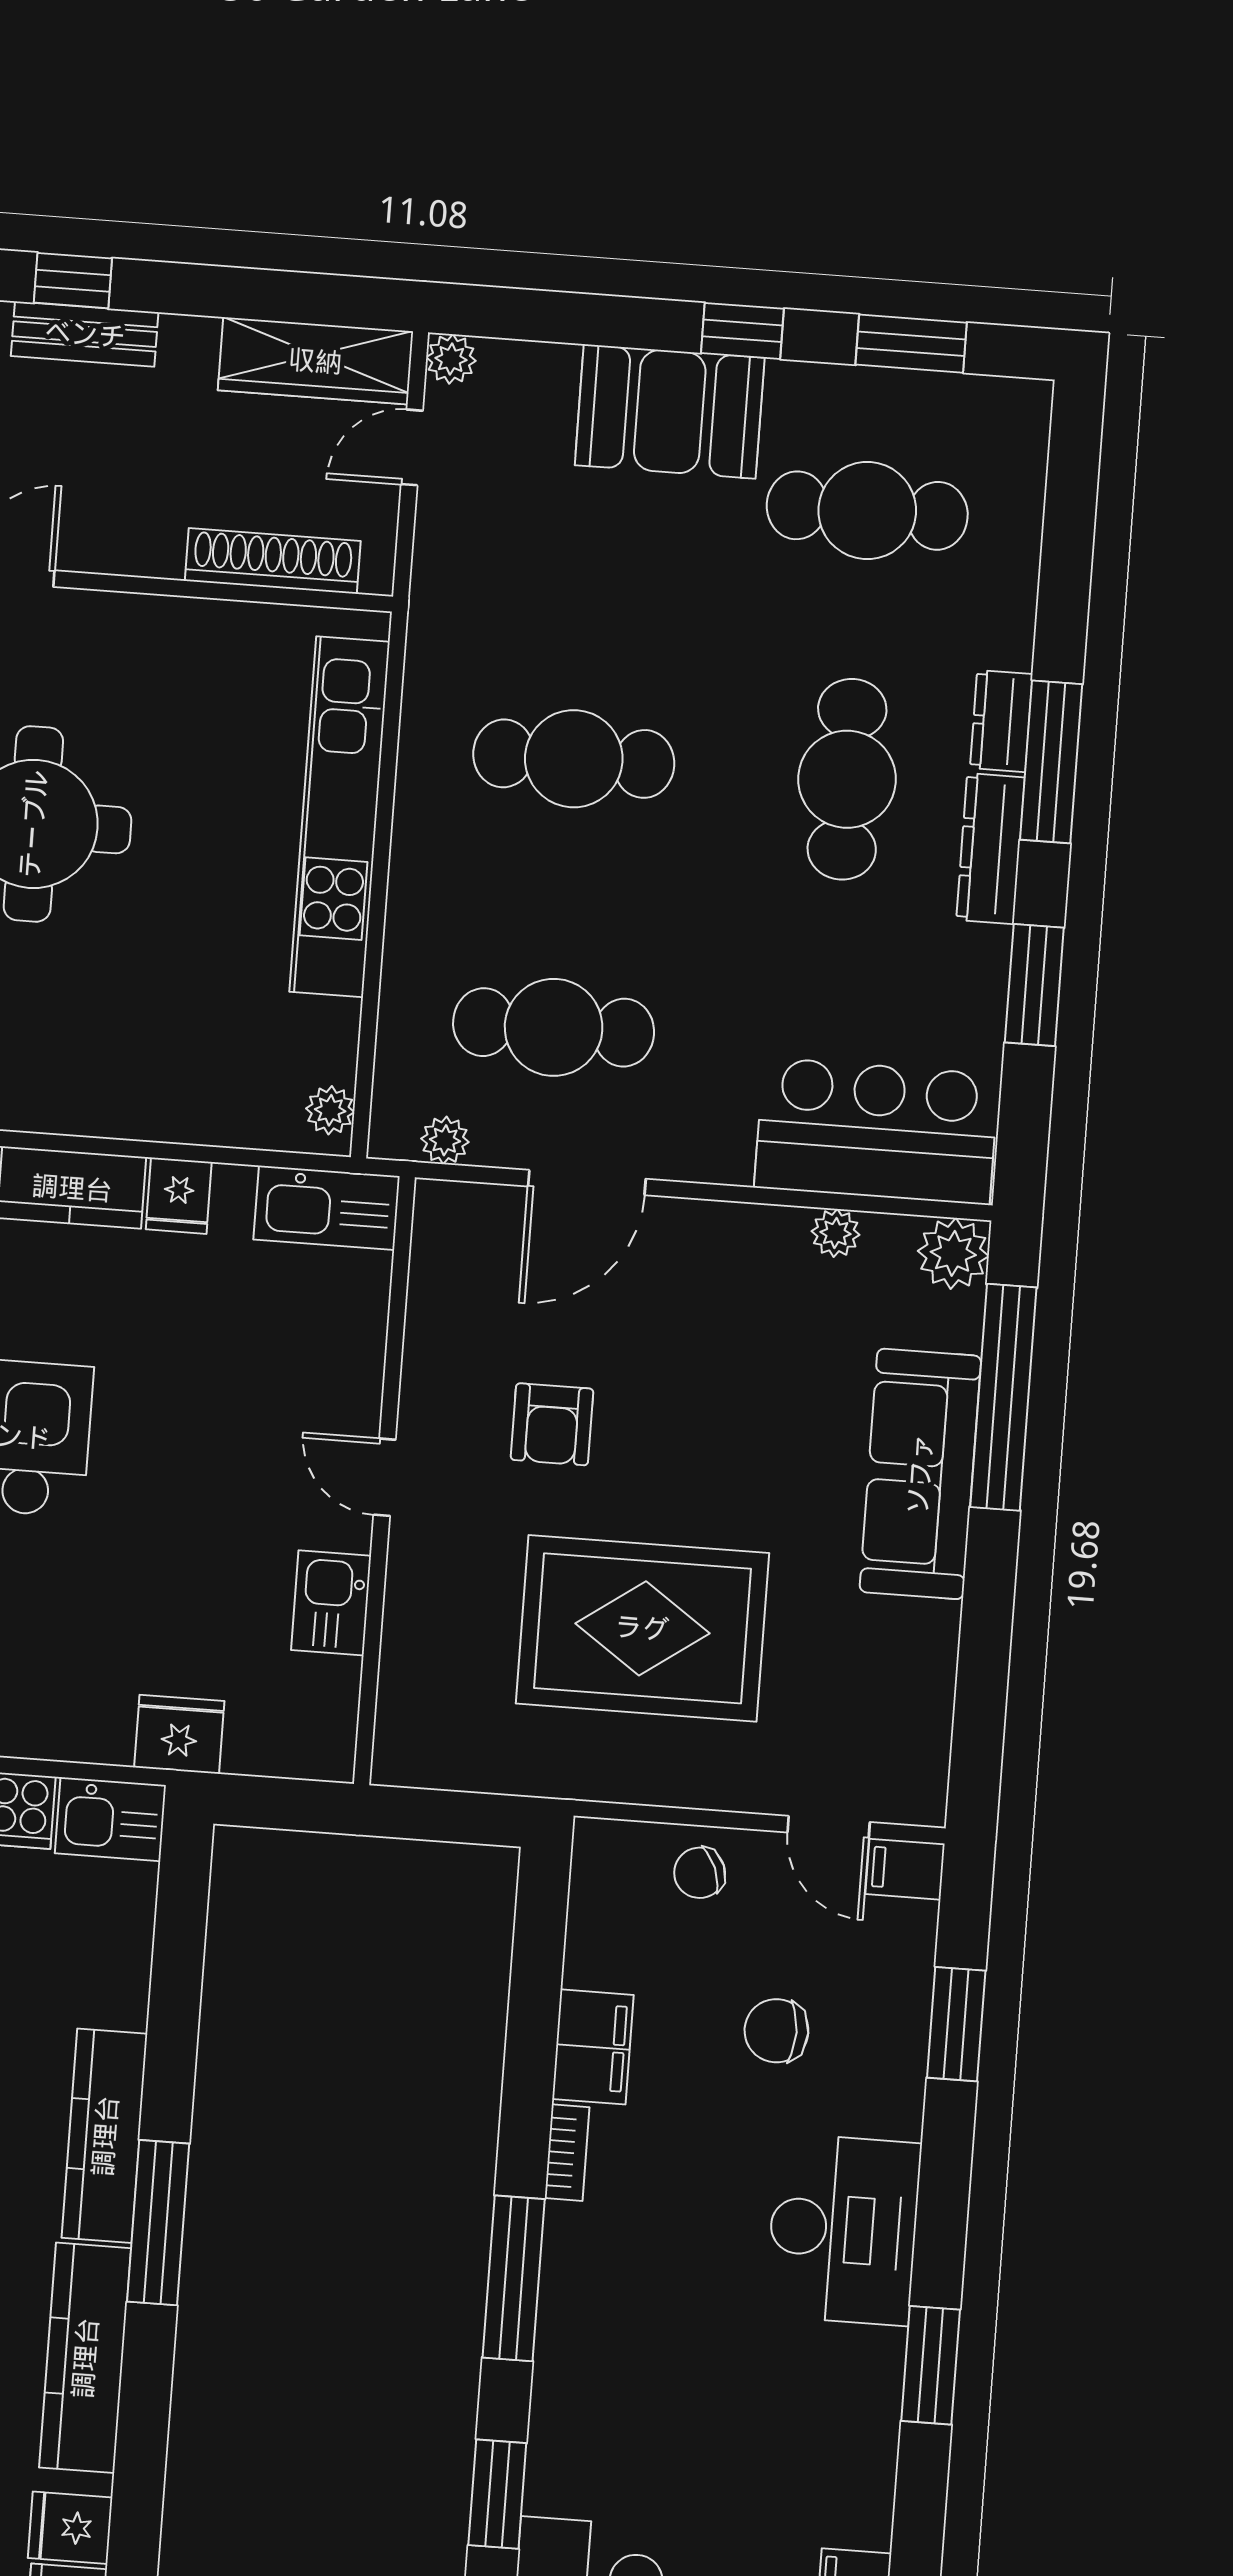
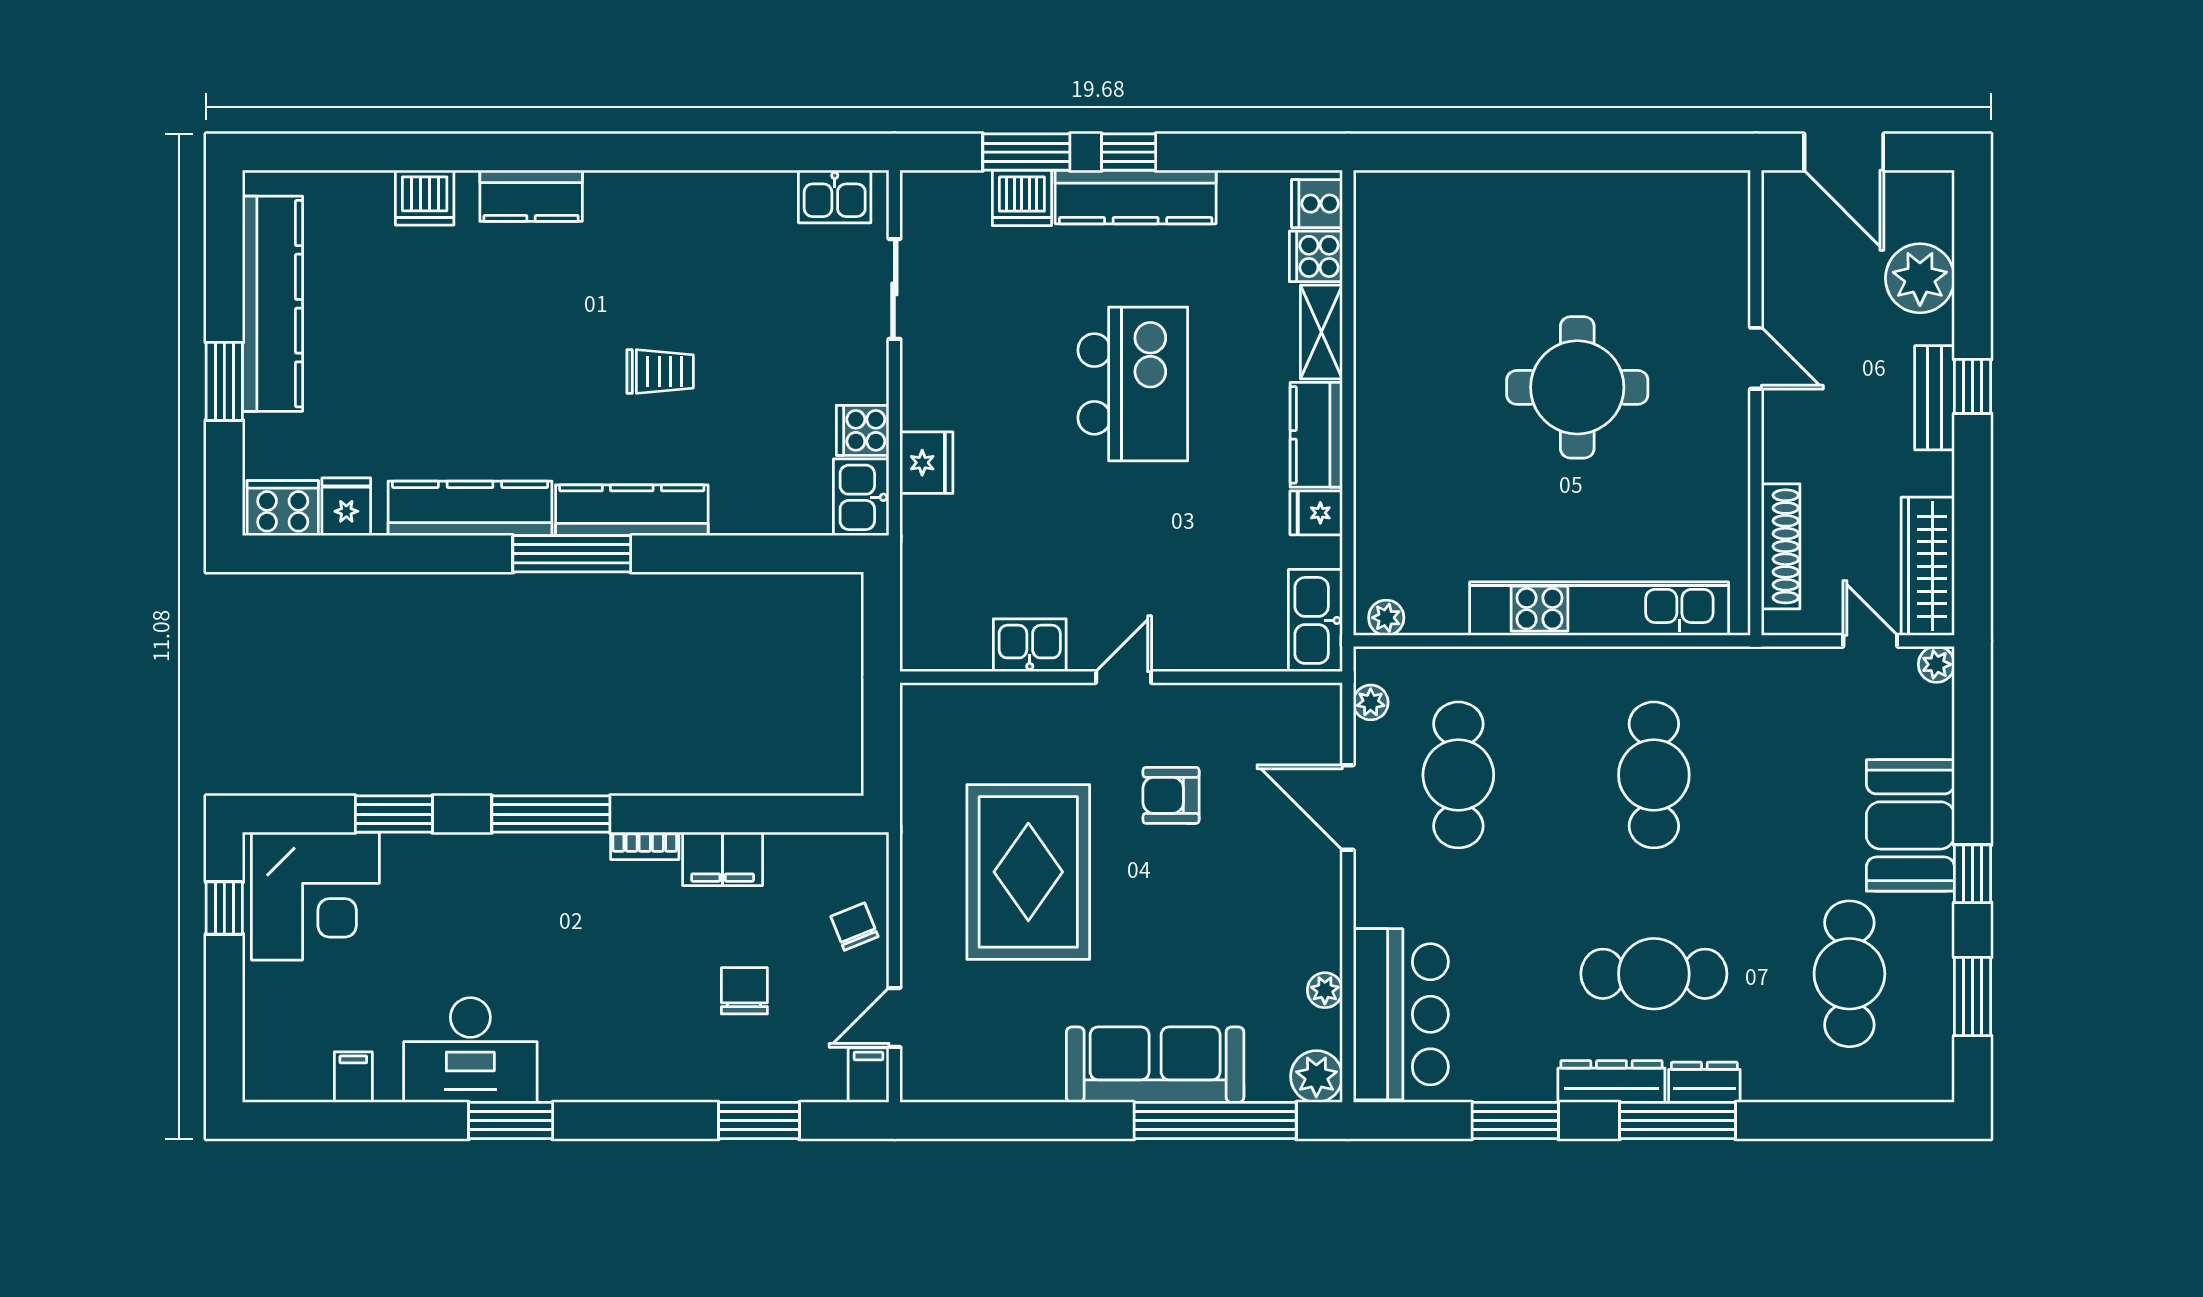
fridge: (179, 1734) -> (926, 463), moved
desk: (843, 2230) -> (470, 1050), moved

